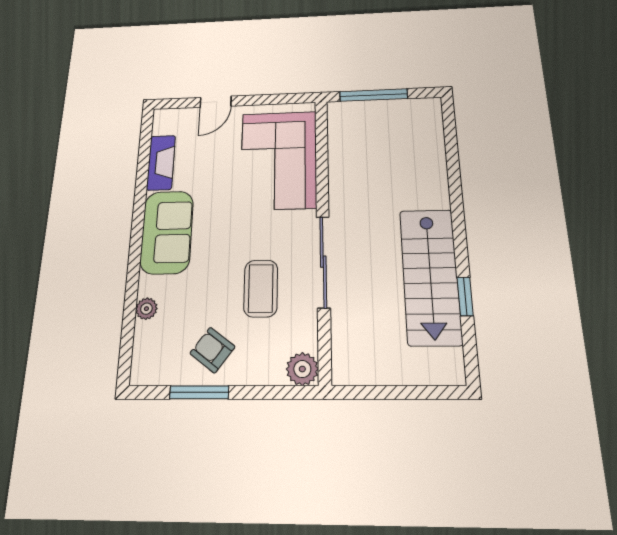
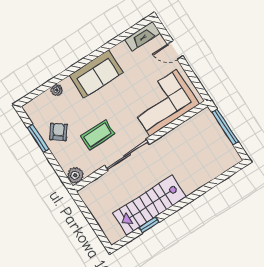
fireplace: (161, 163) -> (142, 36), moved

